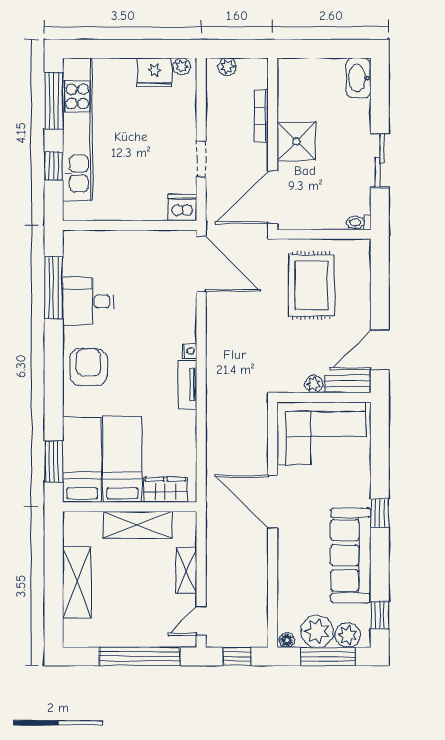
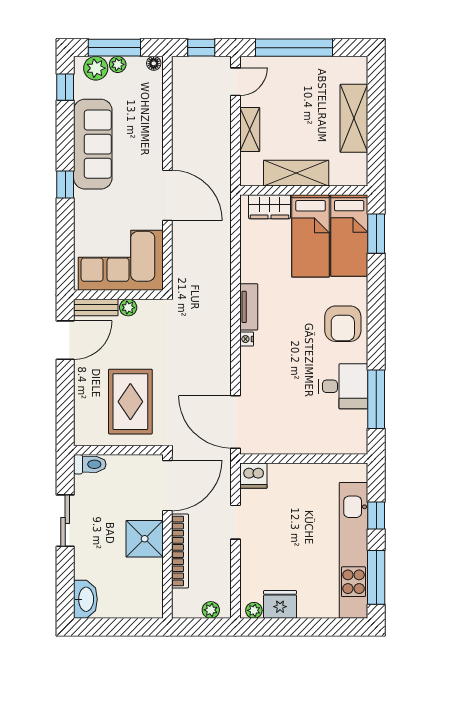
bookcase: (261, 116) -> (180, 551), width x1.48, depth x1.31
toilet: (359, 222) -> (90, 464), width x1.37, depth x1.39
plant: (317, 631) -> (118, 64), width x0.53, depth x0.53

